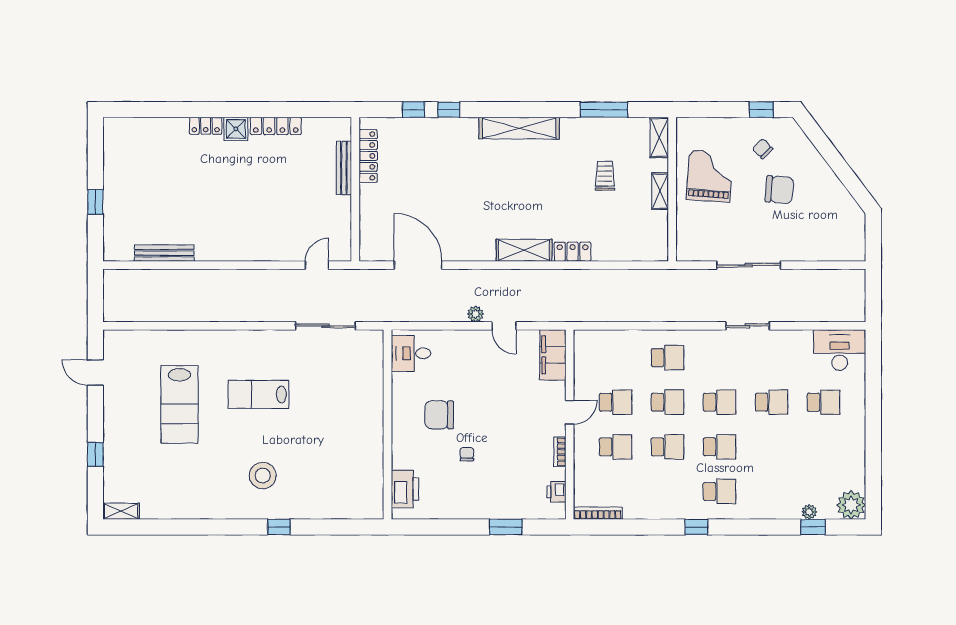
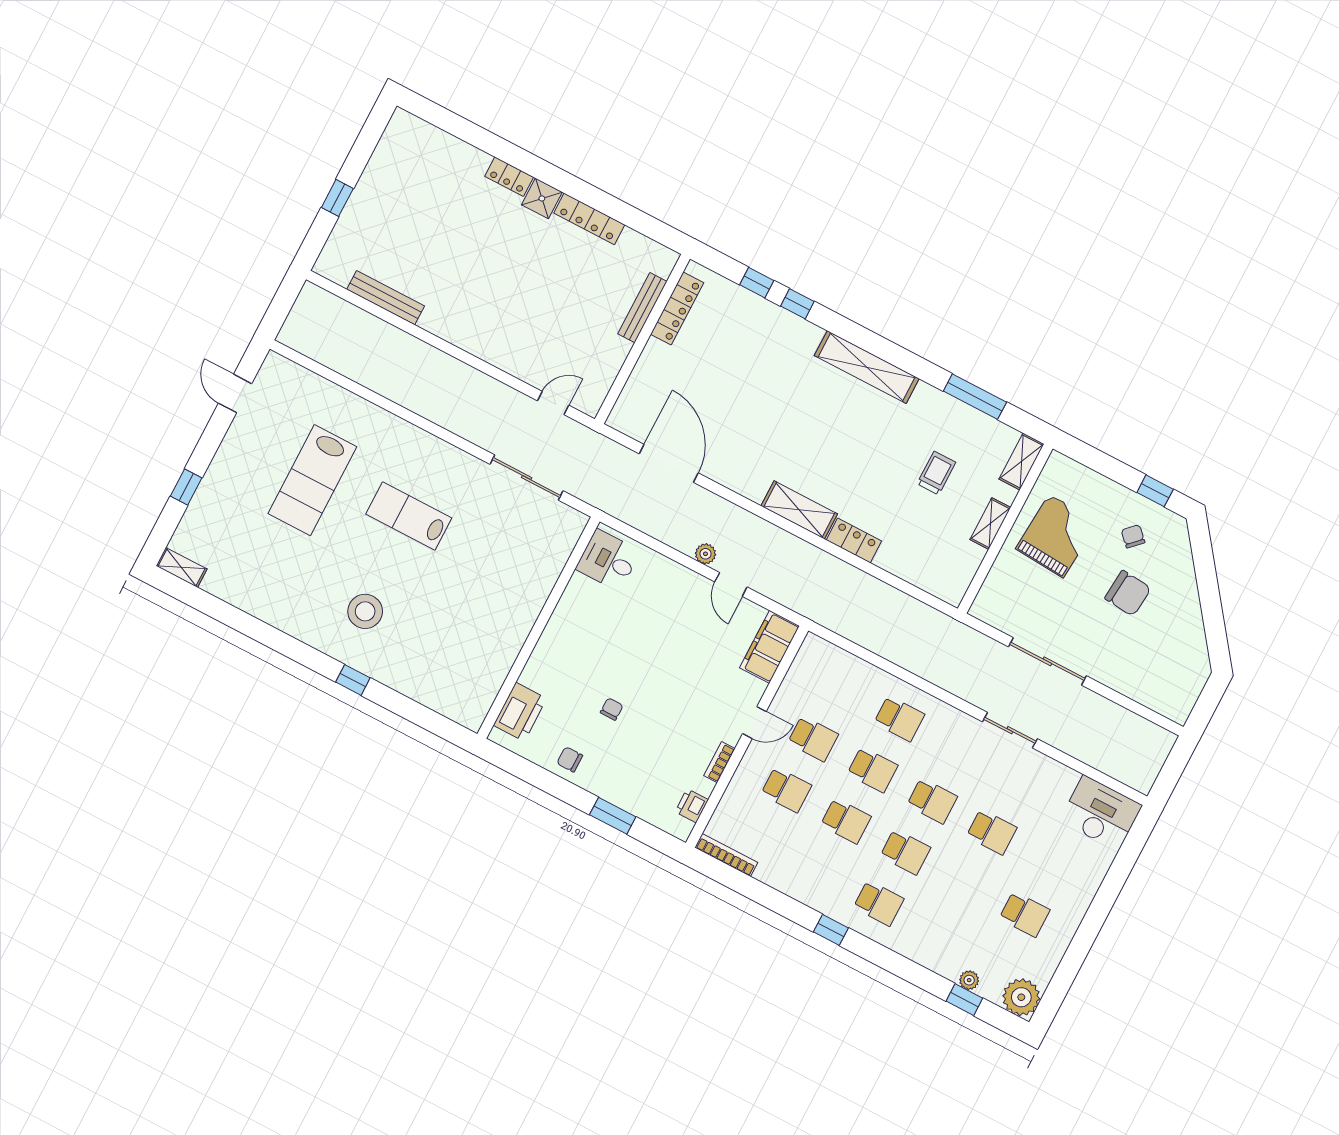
school desk: (824, 402) -> (1024, 914), moved
chair: (439, 415) -> (570, 759), moved, width x0.54, depth x0.54

